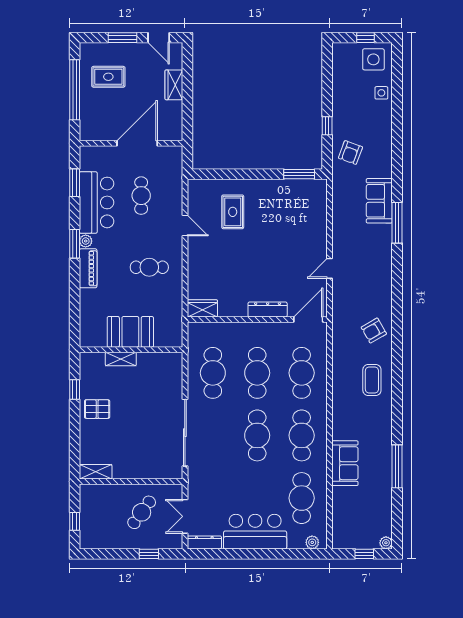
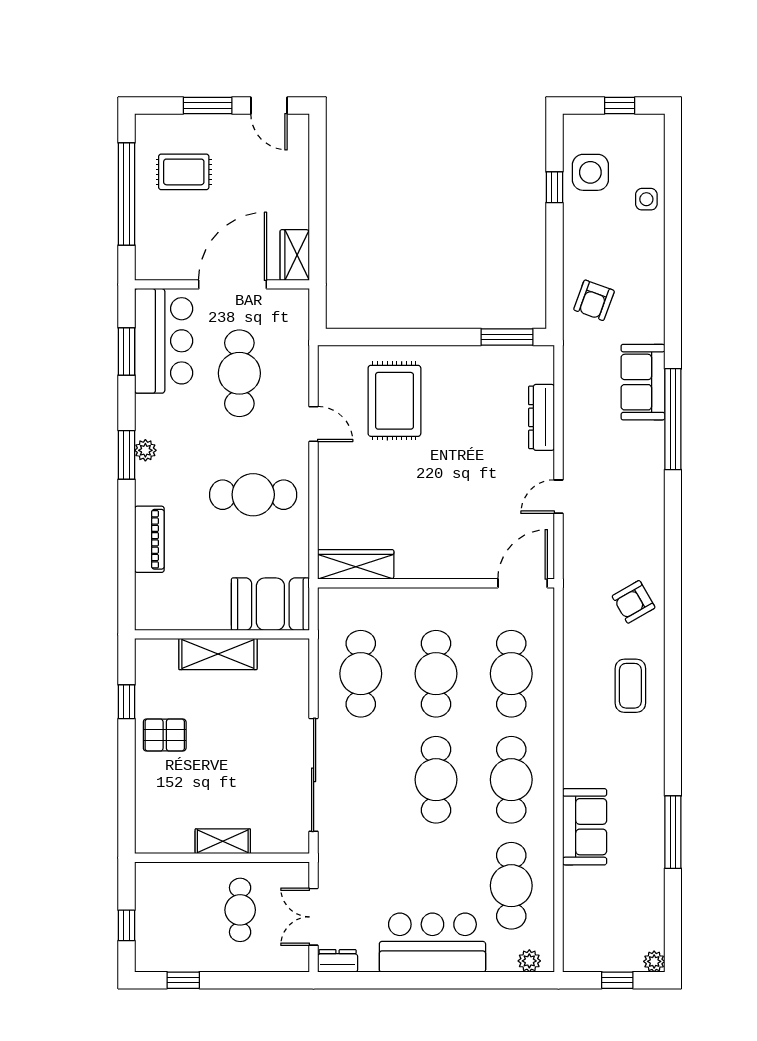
side table: (373, 59) -> (590, 172), moved
wardrobe: (174, 85) -> (295, 255), moved
window: (327, 126) -> (554, 187), moved
cafe table: (141, 196) -> (239, 373), width x1.37, depth x1.35
bar counter: (96, 202) -> (164, 341), moved
rug: (233, 212) -> (394, 401), width x1.36, depth x1.43
window: (397, 223) -> (673, 419), width x1.46
cafe table: (149, 267) -> (253, 495), width x1.37, depth x1.35
piano: (88, 268) -> (149, 539), moved
wardrobe: (202, 308) -> (356, 564), width x1.50
dresser: (268, 310) -> (542, 417), moved, turned -90
booth: (130, 332) -> (270, 604), moved
shelving: (121, 359) -> (218, 654), width x1.50, depth x1.33
shelving: (96, 472) -> (223, 841), moved
cafe table: (142, 512) -> (240, 910), turned -36
dresser: (204, 542) -> (338, 961), width x0.70
window: (149, 554) -> (183, 980), moved

